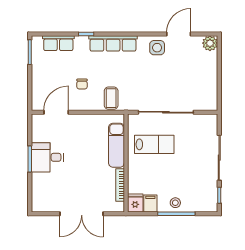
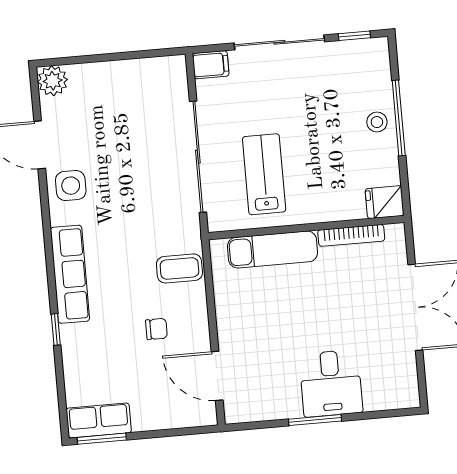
row of seats: (58, 43) -> (99, 420), moved, turned -90
desk: (47, 157) -> (331, 383), moved
filing cabinet: (150, 203) -> (211, 65), moved, turned 180

